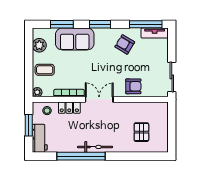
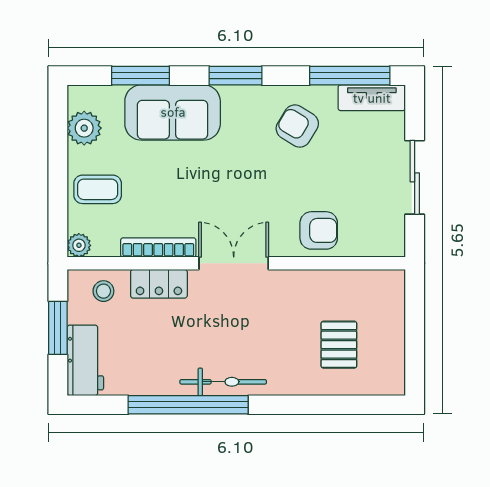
sliding door: (172, 77) -> (415, 177), moved

